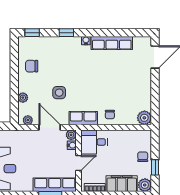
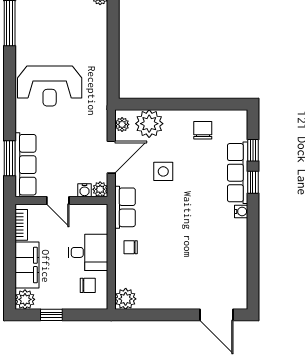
window: (32, 33) -> (253, 150), moved
row of seats: (112, 43) -> (238, 173), moved
plant: (23, 98) -> (149, 124), width x1.87, depth x1.87
desk: (94, 142) -> (88, 252), moved, turned 90
chair: (143, 157) -> (88, 285), moved

